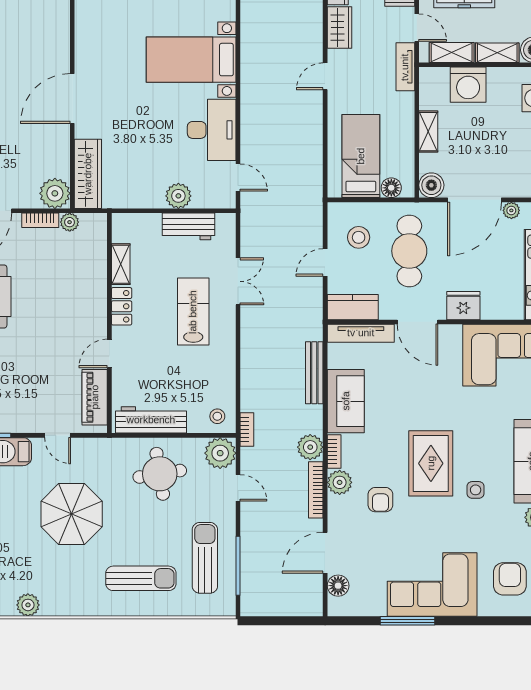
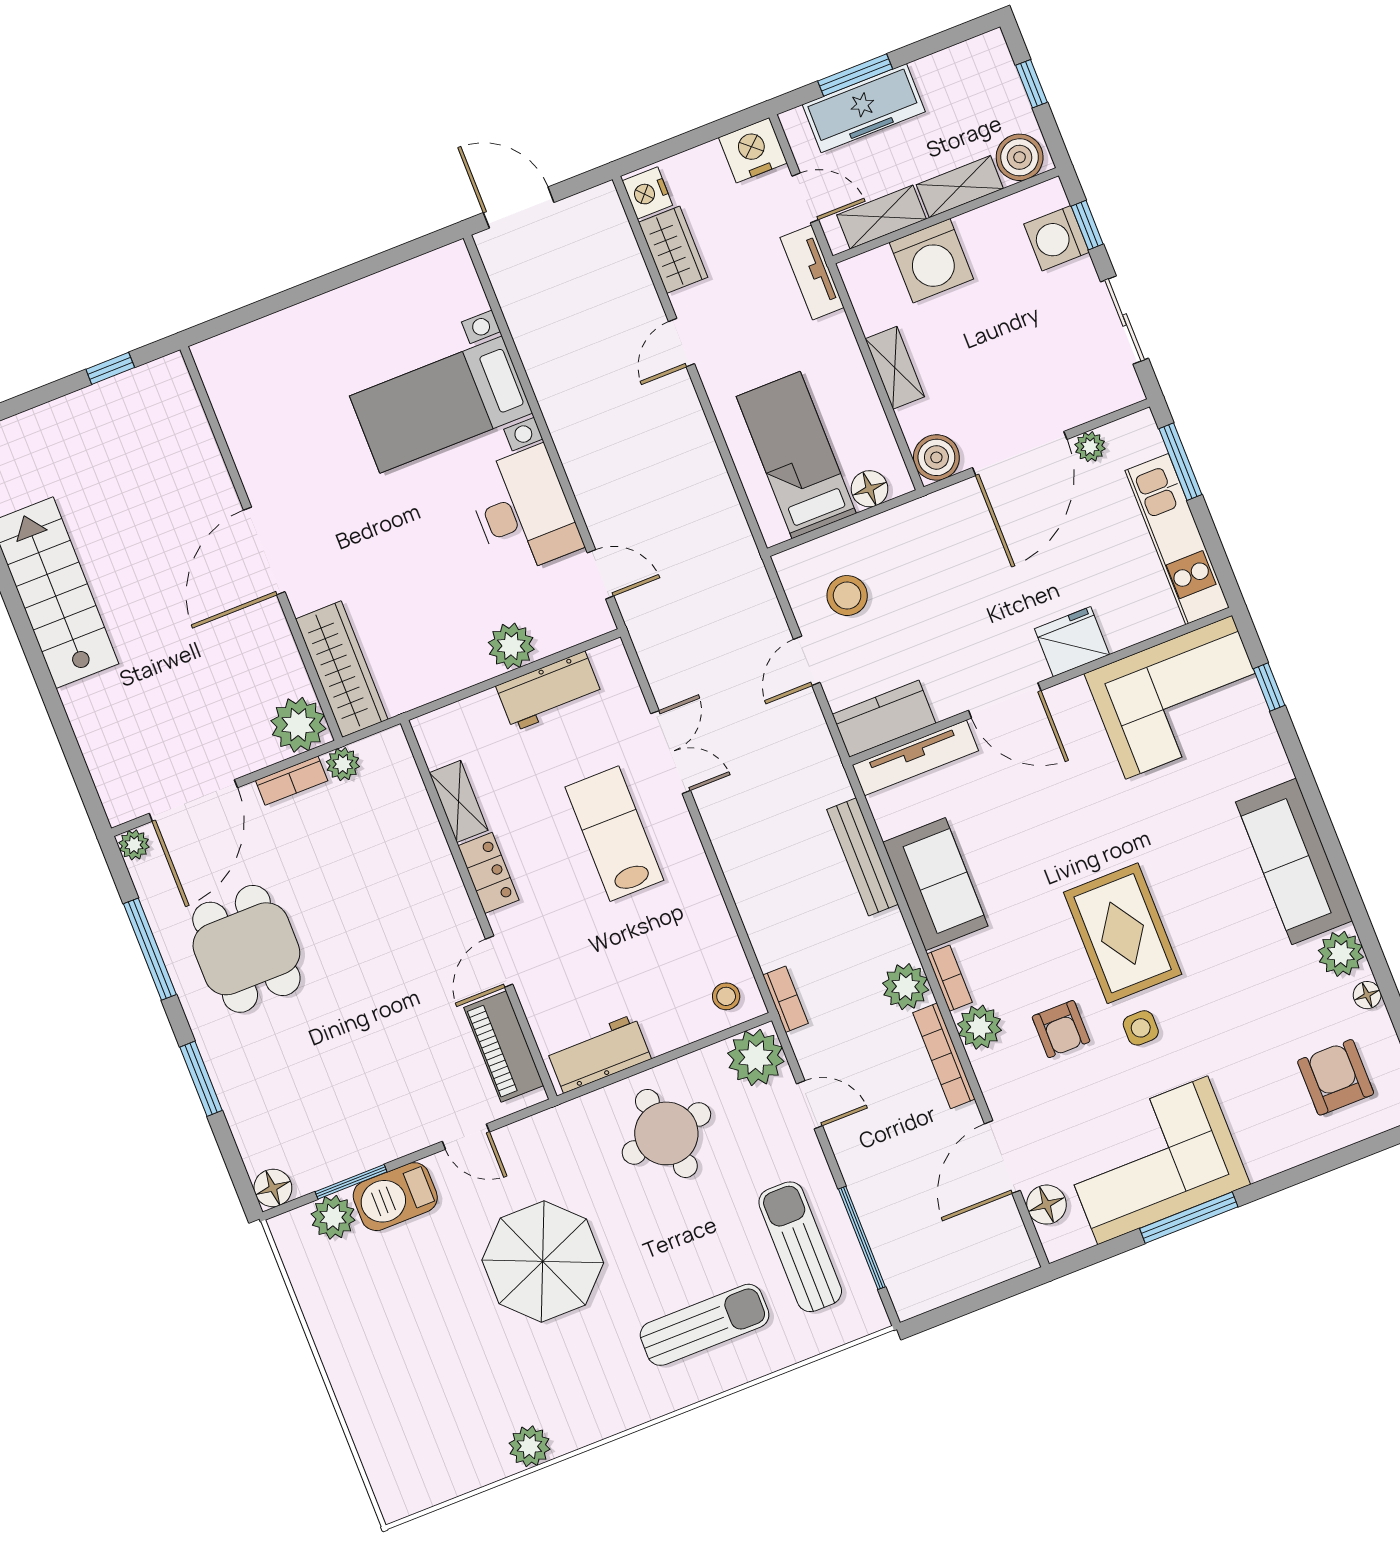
cafe table: (409, 251) -> (943, 585), removed
workbench: (151, 420) -> (599, 1054), width x0.73
side table: (476, 490) -> (1141, 1028), moved
corner sofa: (432, 584) -> (1153, 1160), moved

